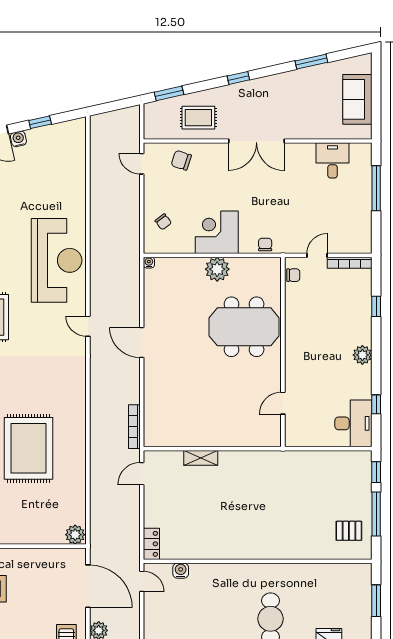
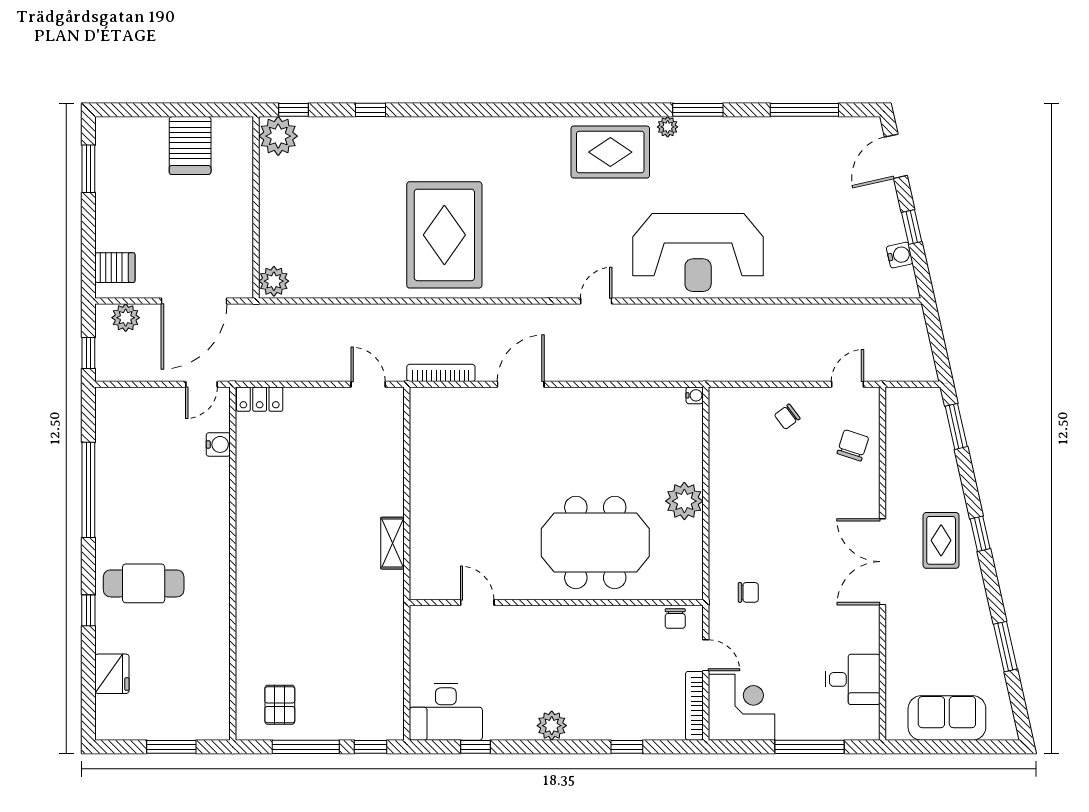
rug: (198, 118) -> (941, 540), moved
water cooler: (18, 139) -> (900, 255), moved
chair: (163, 222) -> (787, 417), moved
corner desk: (217, 232) -> (741, 707), moved
chair: (265, 245) -> (748, 592), moved
meeting table: (244, 327) -> (595, 542), turned 90
door: (142, 343) -> (521, 384), moved
rug: (28, 448) -> (444, 235), moved, turned 90
shelving: (201, 458) -> (393, 543), moved

